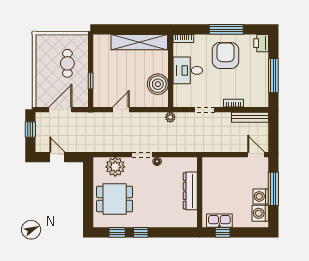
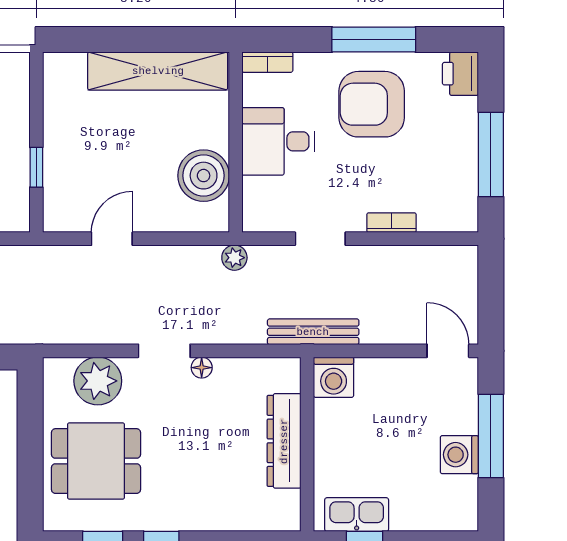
armchair: (225, 55) -> (372, 104), turned -90
bench: (250, 117) -> (313, 332), moved
washing machine: (260, 213) -> (334, 377), moved, turned -90

